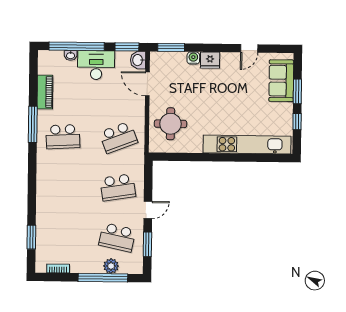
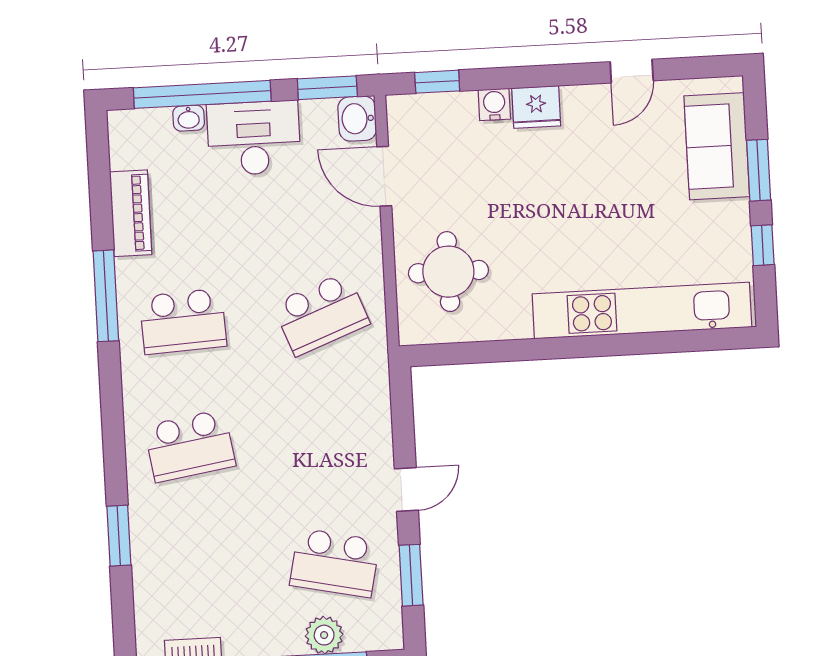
window: (171, 47) -> (437, 82), width x0.67
school desk: (118, 187) -> (190, 446), moved
window: (31, 237) -> (119, 536), moved

